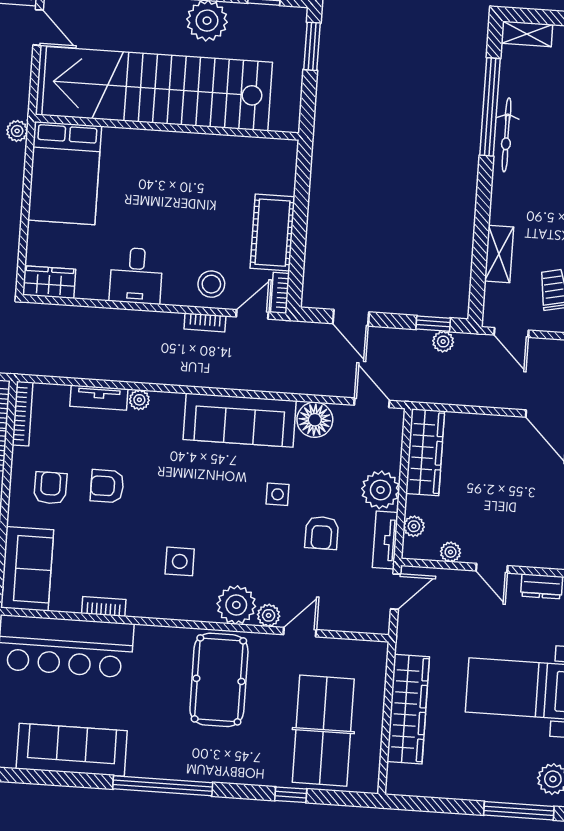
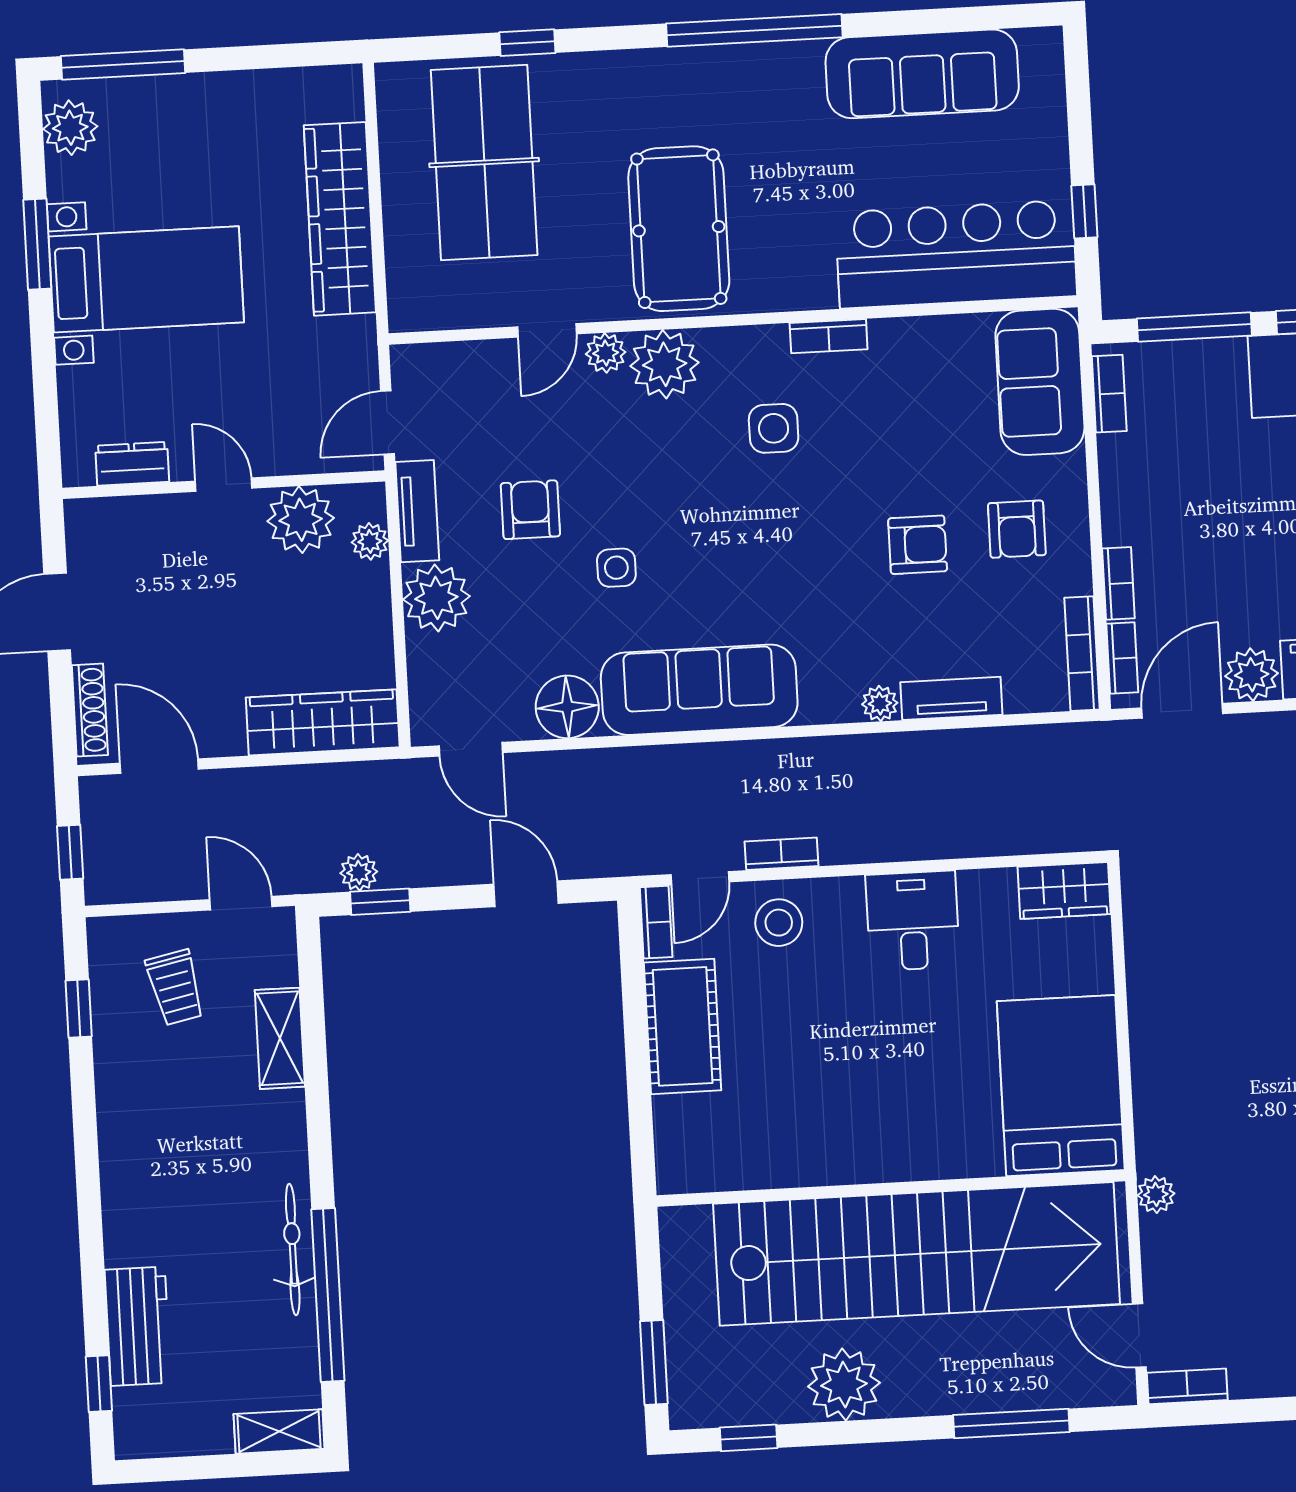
plant: (17, 131) -> (1156, 1194), moved
wardrobe: (425, 452) -> (323, 722), moved, turned 90
plant: (451, 552) -> (301, 520), width x1.88, depth x1.88
bookcase: (104, 607) -> (829, 336), moved

